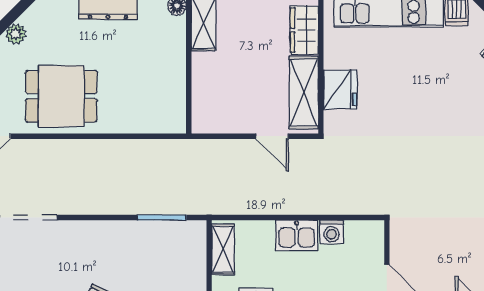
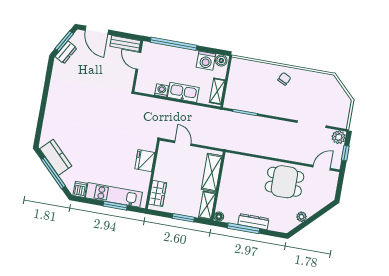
shelving: (304, 93) -> (212, 173), moved
kitchen sink: (297, 235) -> (183, 92), width x1.38

